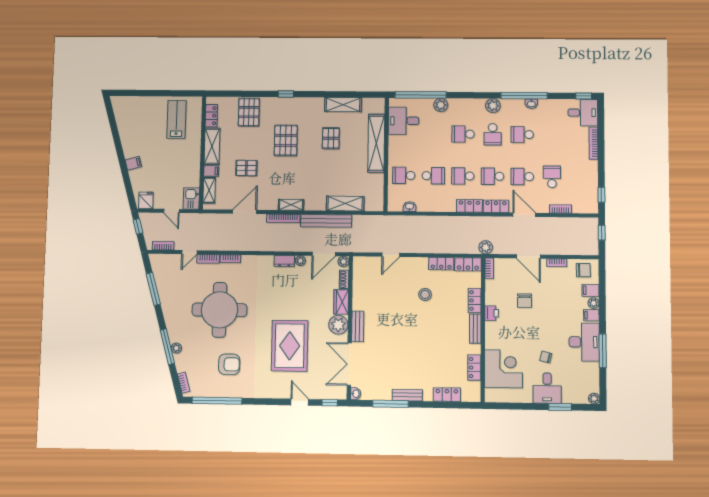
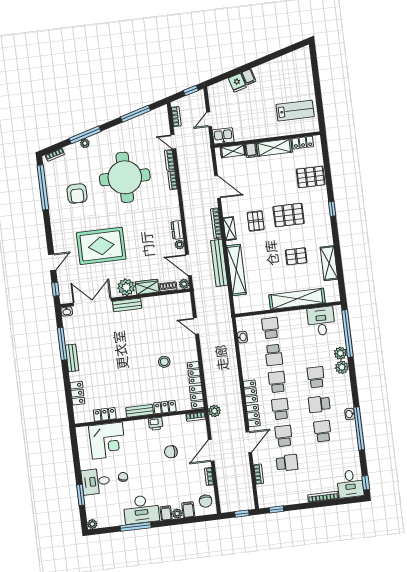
washbasin: (531, 104) -> (350, 414), moved
plant: (493, 106) -> (342, 367), moved
pallet: (246, 168) -> (256, 221), moved
fridge: (146, 200) -> (237, 83), moved, turned 74
shelving: (345, 204) -> (236, 270), width x1.47

